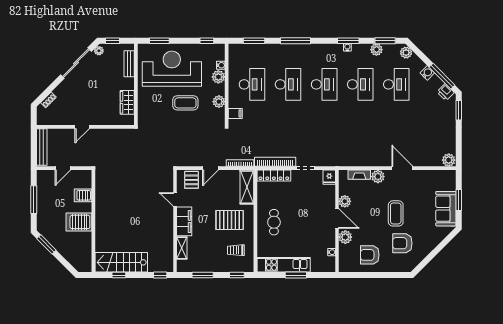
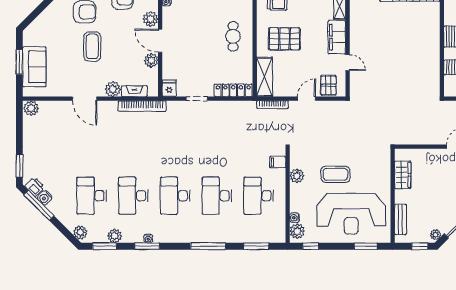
water cooler: (427, 73) -> (45, 198), moved
plant: (218, 77) -> (297, 231), moved
bookcase: (275, 162) -> (142, 106), moved
sofa: (446, 209) -> (34, 67), moved

